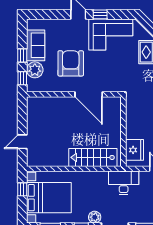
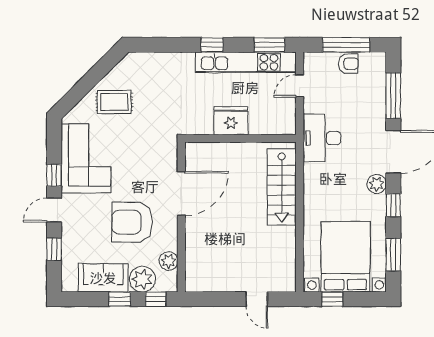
window: (54, 14) -> (54, 249), added
plant: (46, 86) -> (168, 261), added
fridge: (134, 150) -> (231, 121), moved

